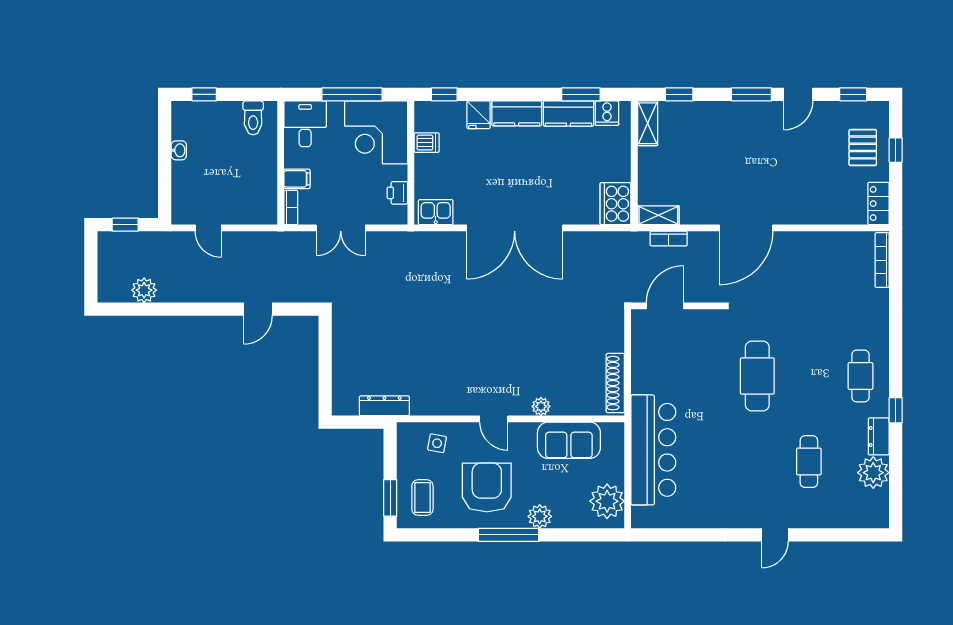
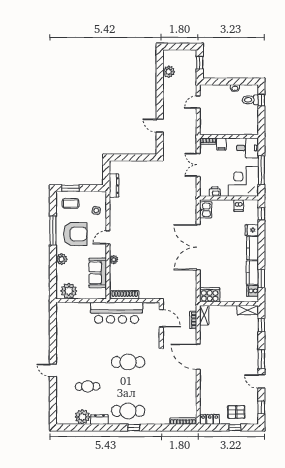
toilet: (253, 118) -> (250, 100), moved
cafe table: (860, 376) -> (128, 411), width x1.37, depth x1.35
window: (896, 410) -> (134, 428), moved
bar counter: (653, 450) -> (117, 313), moved
window: (508, 535) -> (53, 230), moved

